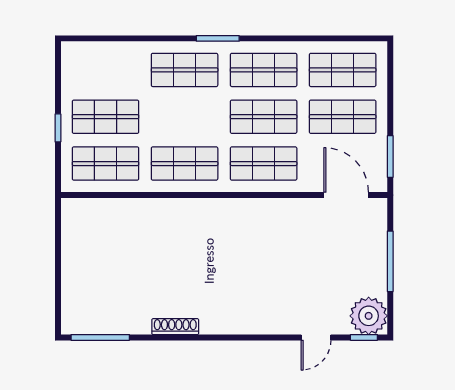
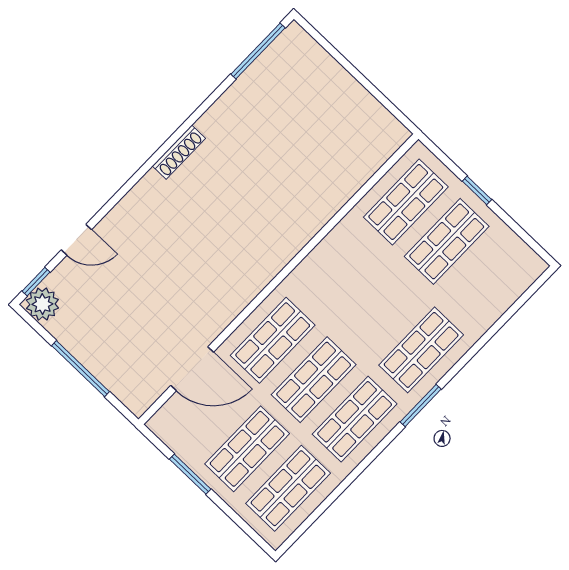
window: (390, 156) -> (190, 474), moved
shop shelf: (185, 164) -> (339, 271), removed
door: (346, 195) -> (192, 369), moved
plant: (369, 316) -> (42, 304), width x0.73, depth x0.73
shoe rack: (175, 327) -> (179, 152), moved
door: (316, 337) -> (76, 240), swing flipped

